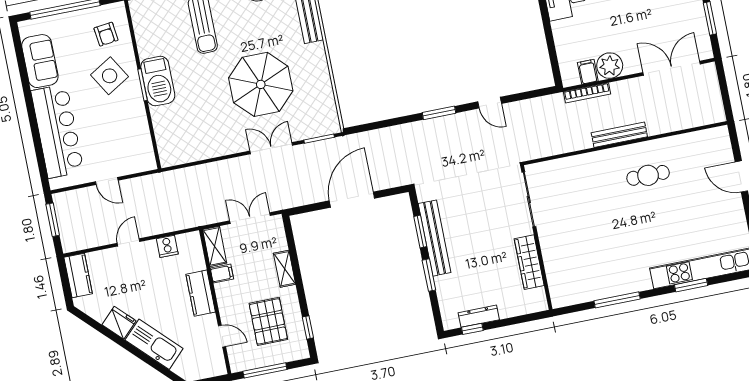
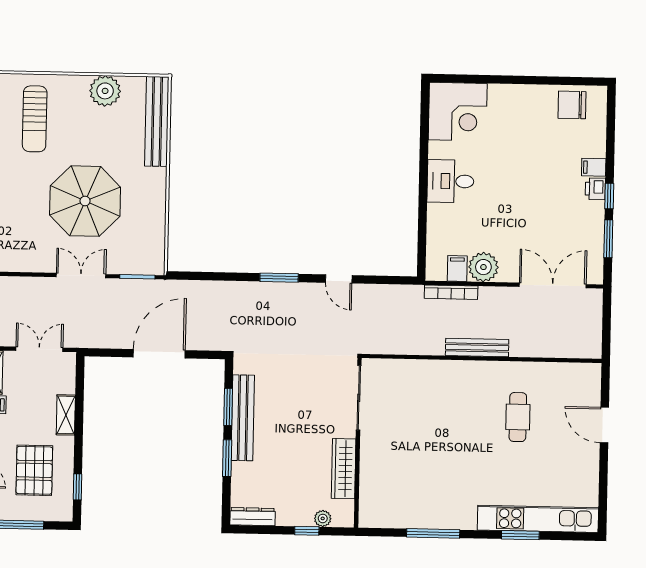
cafe table: (648, 175) -> (518, 417), moved, turned 90
plant: (521, 308) -> (323, 518), added
dresser: (479, 316) -> (252, 517), moved
window: (472, 329) -> (307, 531), moved

